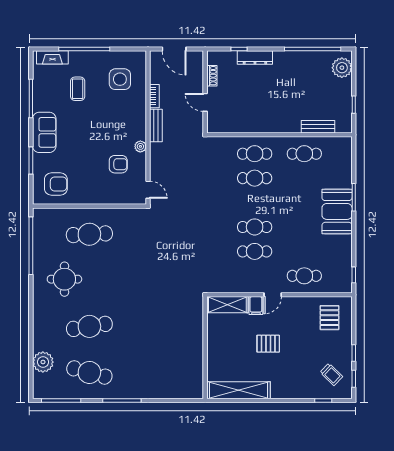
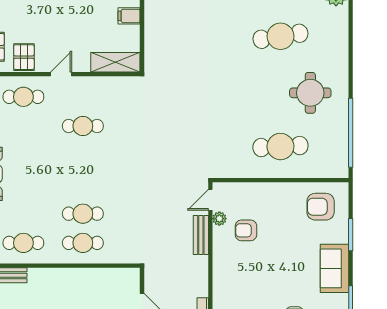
bench: (156, 125) -> (201, 235), moved
plant: (140, 146) -> (219, 219), moved
door: (148, 190) -> (210, 200), hinge flipped
cafe table: (255, 227) -> (83, 155), removed
filing cabinet: (256, 306) -> (129, 16), moved, turned -90
pallet: (268, 344) -> (24, 57), moved, turned 90

